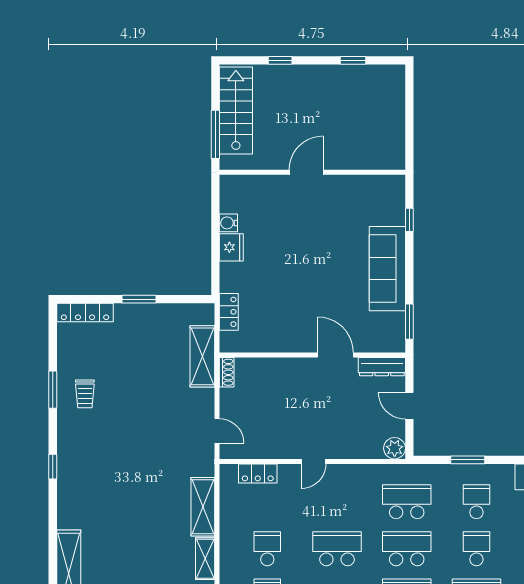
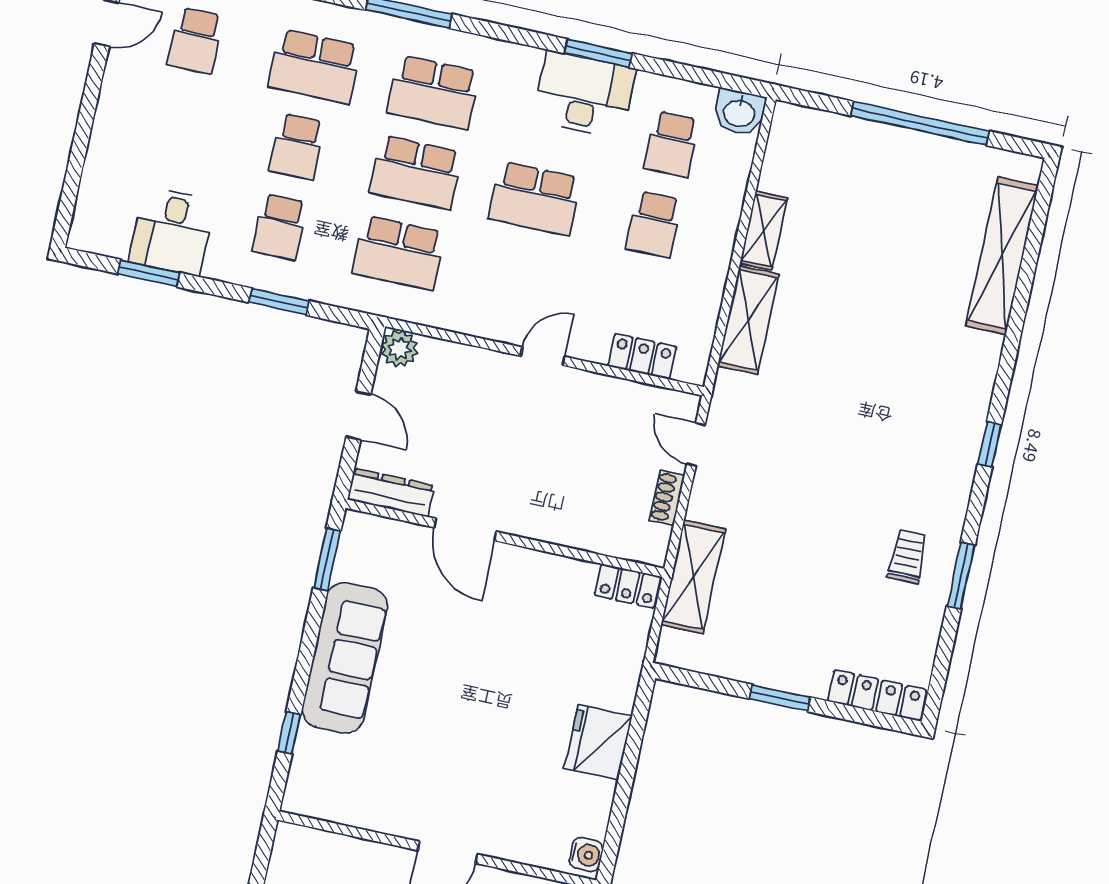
water cooler: (228, 223) -> (586, 855), moved
fridge: (231, 247) -> (598, 742), width x1.36, depth x1.34
locker: (229, 312) -> (628, 586), moved, turned -90
shoe rack: (227, 372) -> (667, 498), moved

